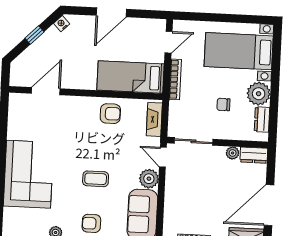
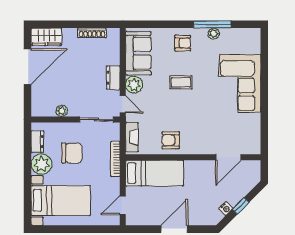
nightstand: (62, 24) -> (226, 209), moved
bookcase: (175, 79) -> (115, 159), moved
chair: (223, 104) -> (72, 153), width x1.87, depth x1.87
dresser: (254, 155) -> (113, 78), moved, turned -90

